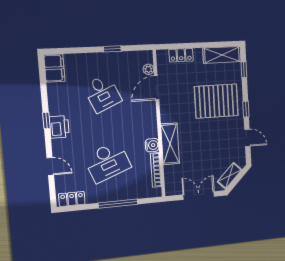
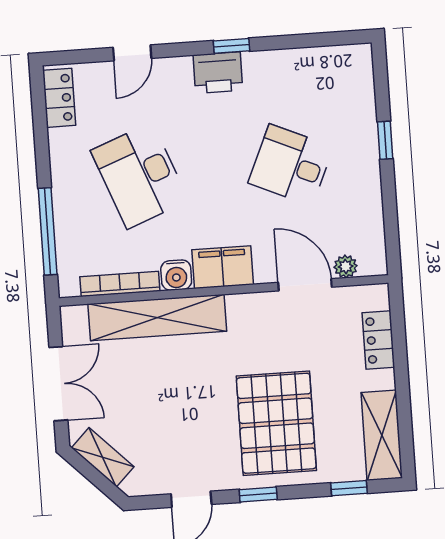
window: (112, 49) -> (385, 140), moved
filing cabinet: (54, 68) -> (223, 267), moved, turned 180
desk: (102, 93) -> (291, 165), turned 48
shelving: (170, 144) -> (157, 318), width x1.47
window: (118, 204) -> (48, 231), moved

